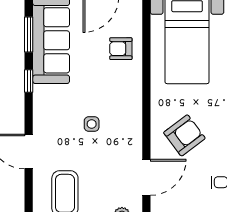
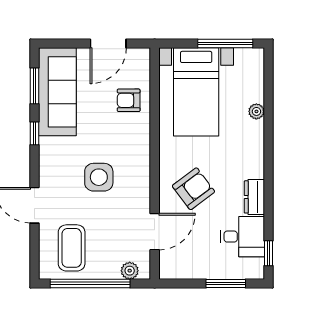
side table: (92, 124) -> (99, 177), width x1.87, depth x1.87

